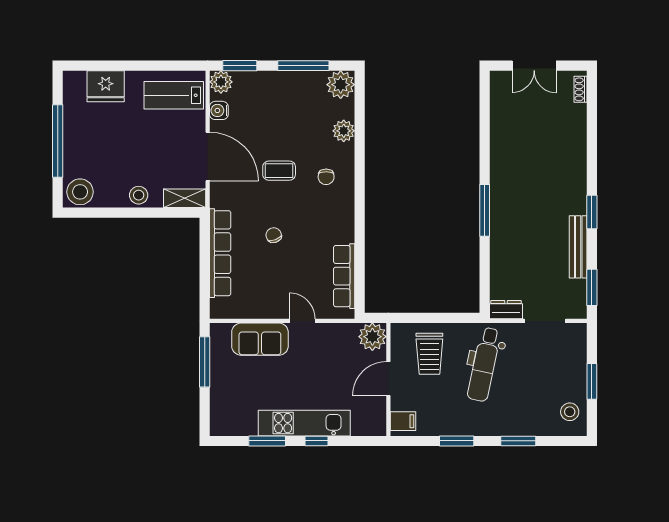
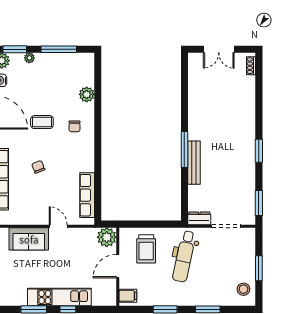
plant: (341, 85) -> (29, 58), moved, width x0.53, depth x0.53
bench: (578, 247) -> (194, 163), moved

